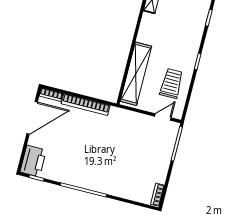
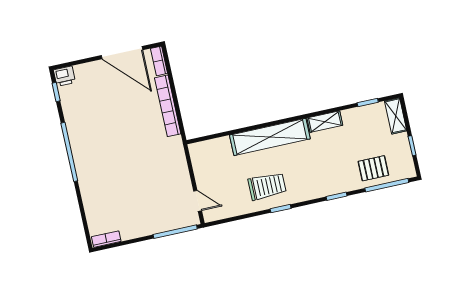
shelving: (136, 74) -> (270, 137), moved
trolley: (171, 84) -> (267, 186), moved
printer: (33, 161) -> (64, 76), width x0.53, depth x0.68

